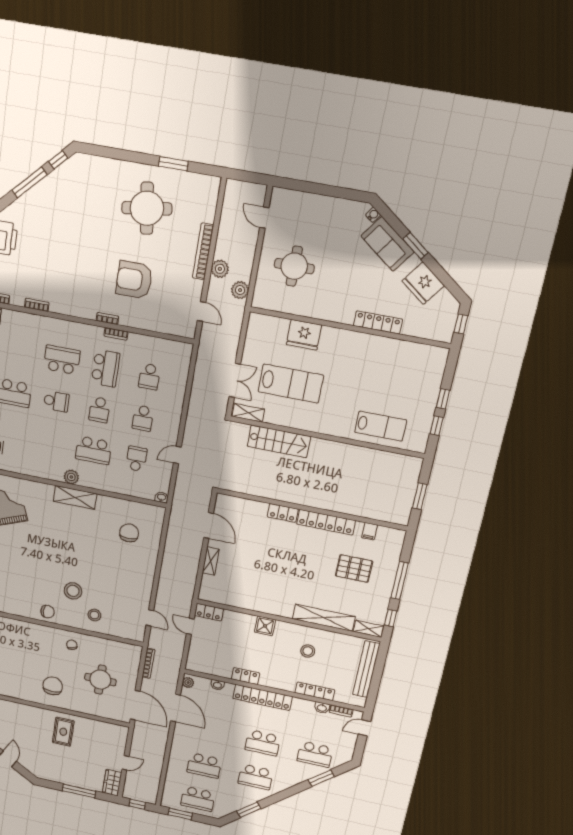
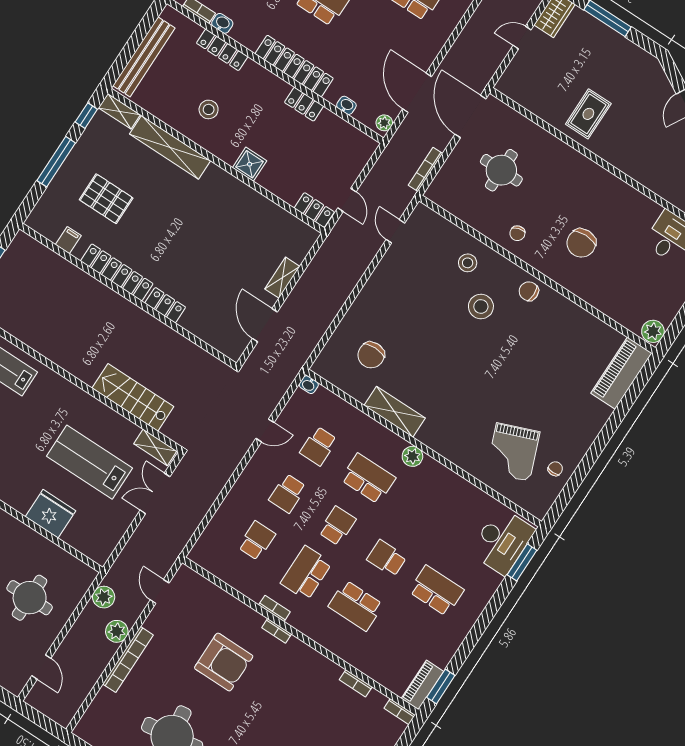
school desk: (143, 418) -> (288, 493), turned 180
shelving: (75, 497) -> (395, 412), moved
chair: (53, 686) -> (581, 243), moved

